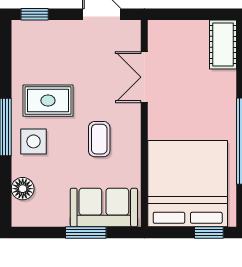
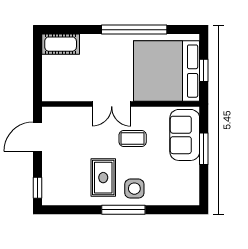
double door: (144, 77) -> (112, 104), moved
floor lamp: (23, 189) -> (170, 197), removed
window: (209, 233) -> (204, 70), moved

